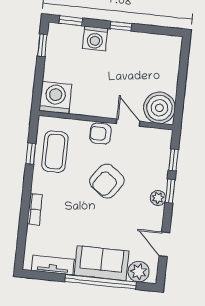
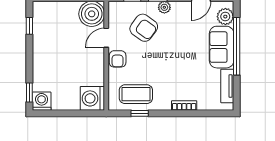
window: (121, 26) -> (29, 26), moved
washing machine: (95, 39) -> (42, 101), moved, turned -90
window: (42, 45) -> (51, 113), removed
armchair: (107, 181) -> (144, 28), moved

